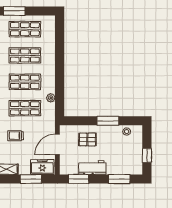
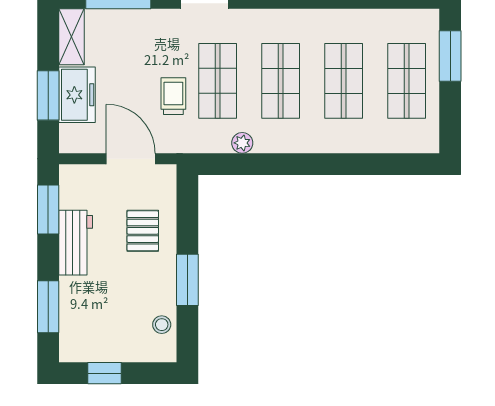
trolley: (16, 136) -> (173, 96), moved
freezer: (42, 167) -> (77, 95), moved

